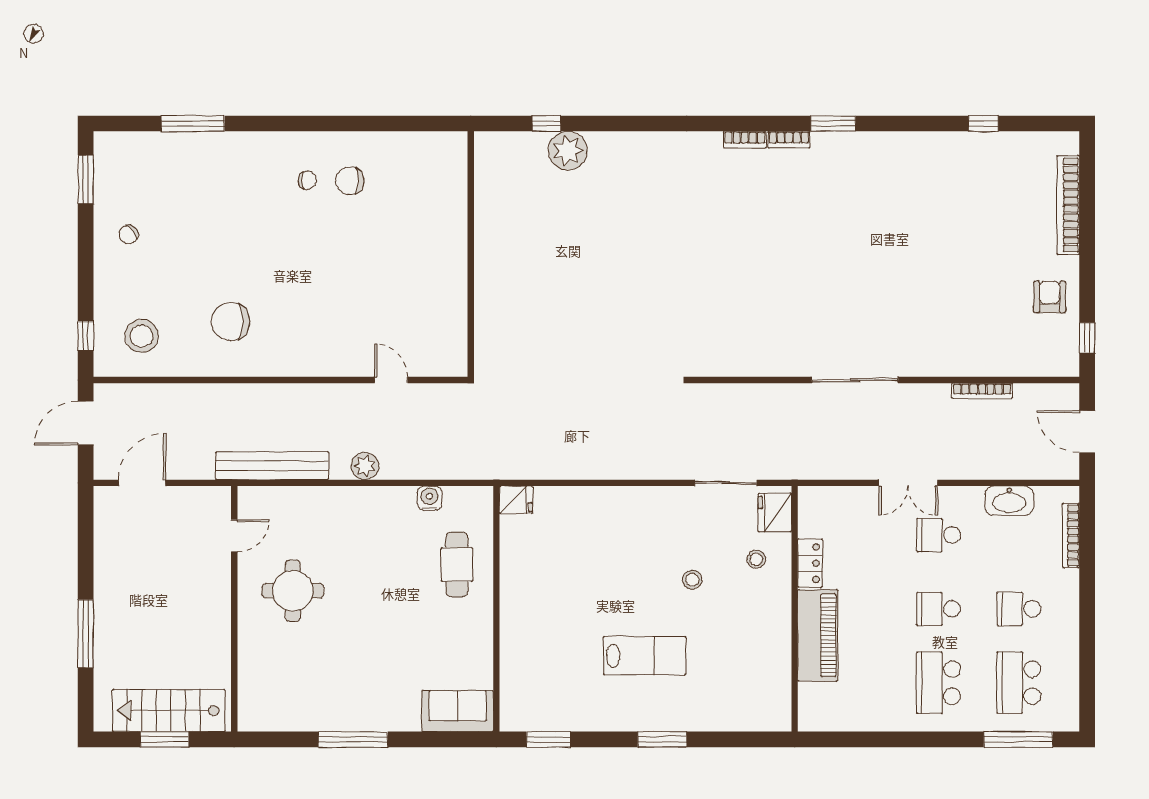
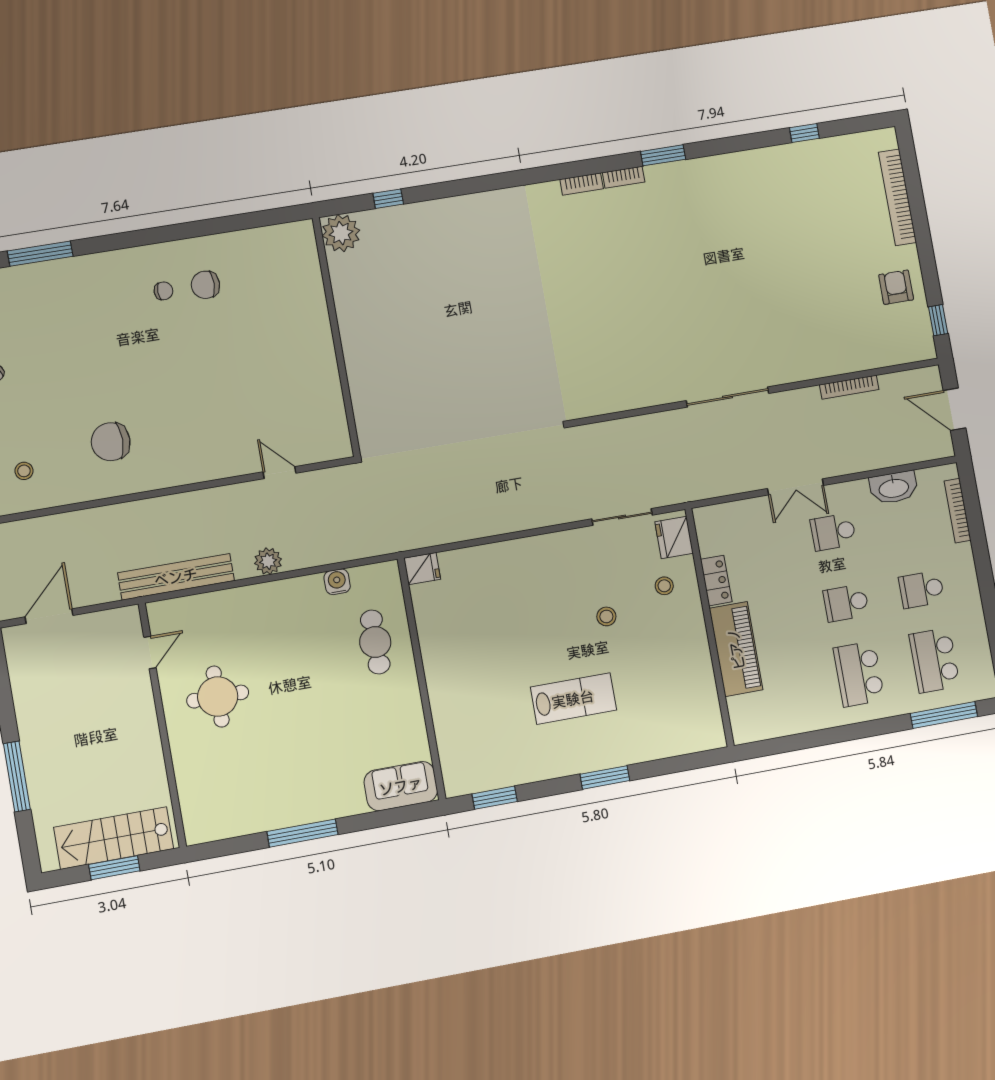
plant: (568, 151) -> (341, 233), moved
stool: (142, 336) -> (24, 471), width x0.53, depth x0.53

